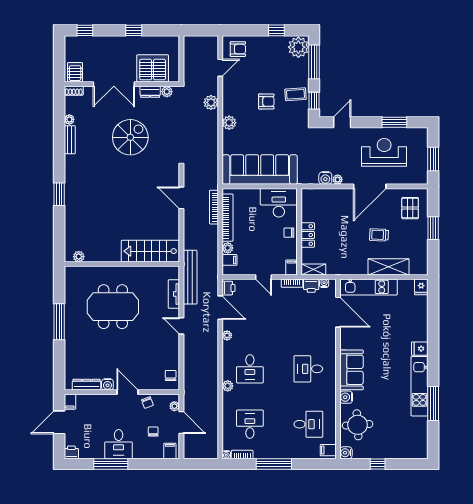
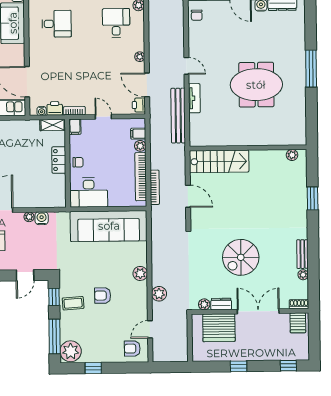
stairs: (150, 251) -> (219, 161), moved
plant: (79, 257) -> (292, 155), moved
wall: (122, 264) -> (248, 148), moved

